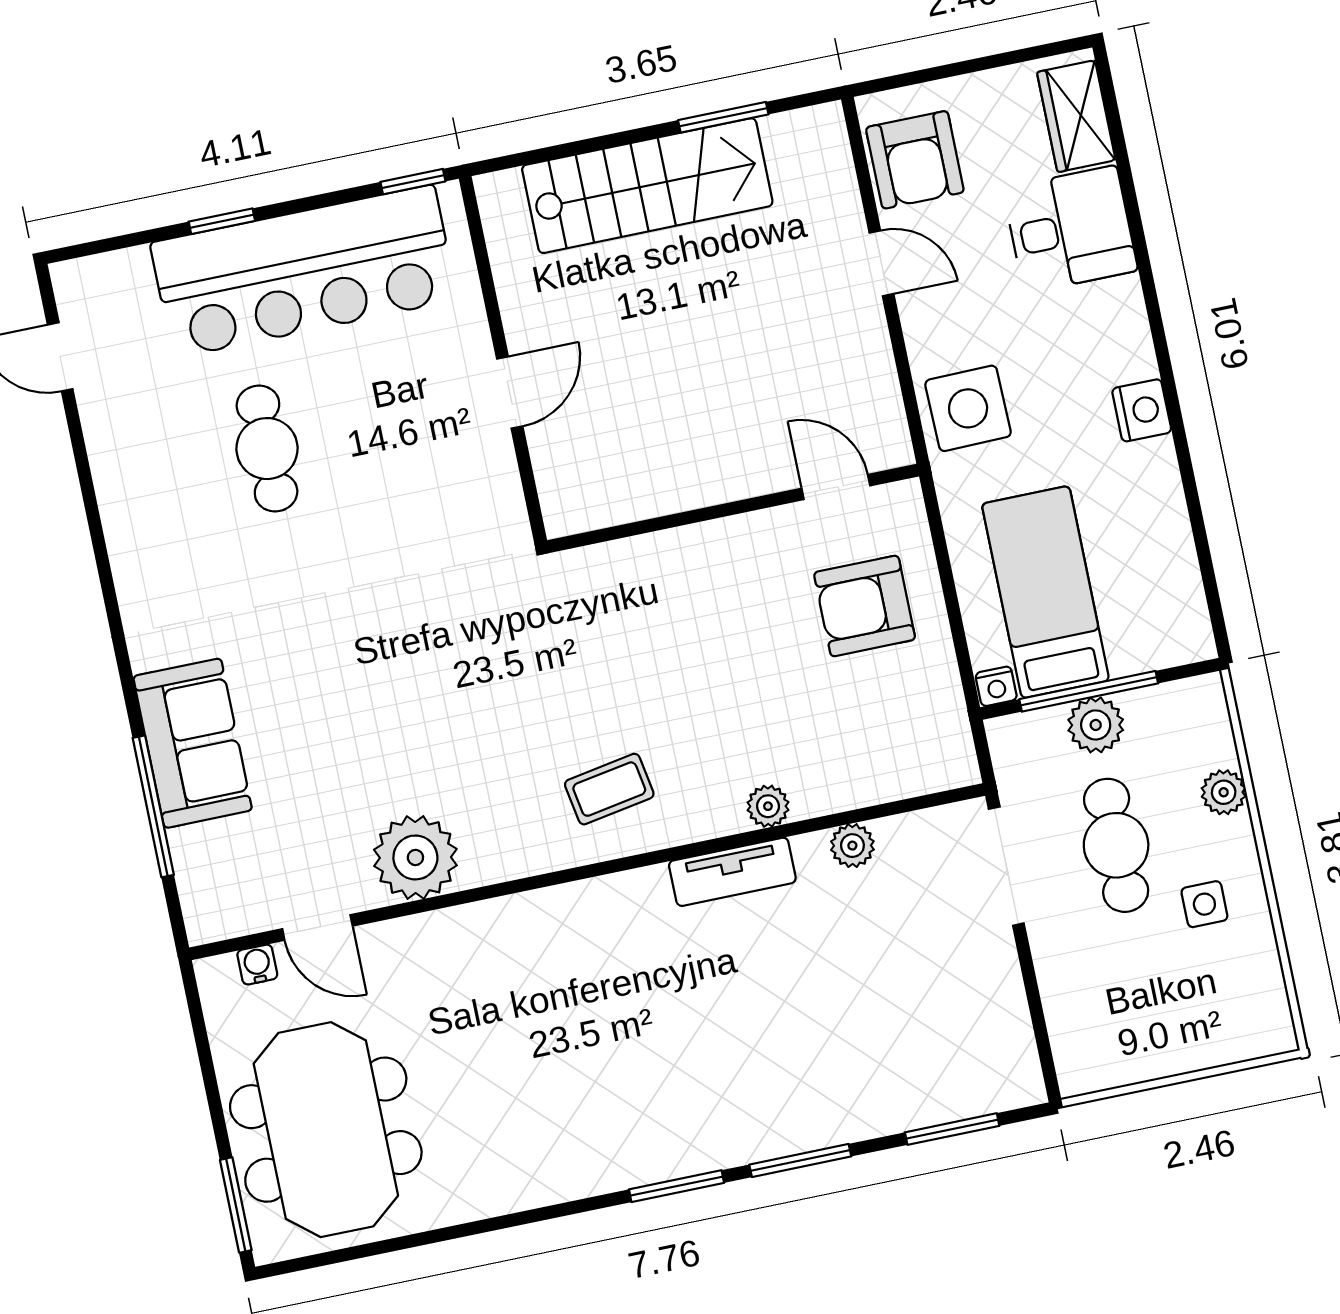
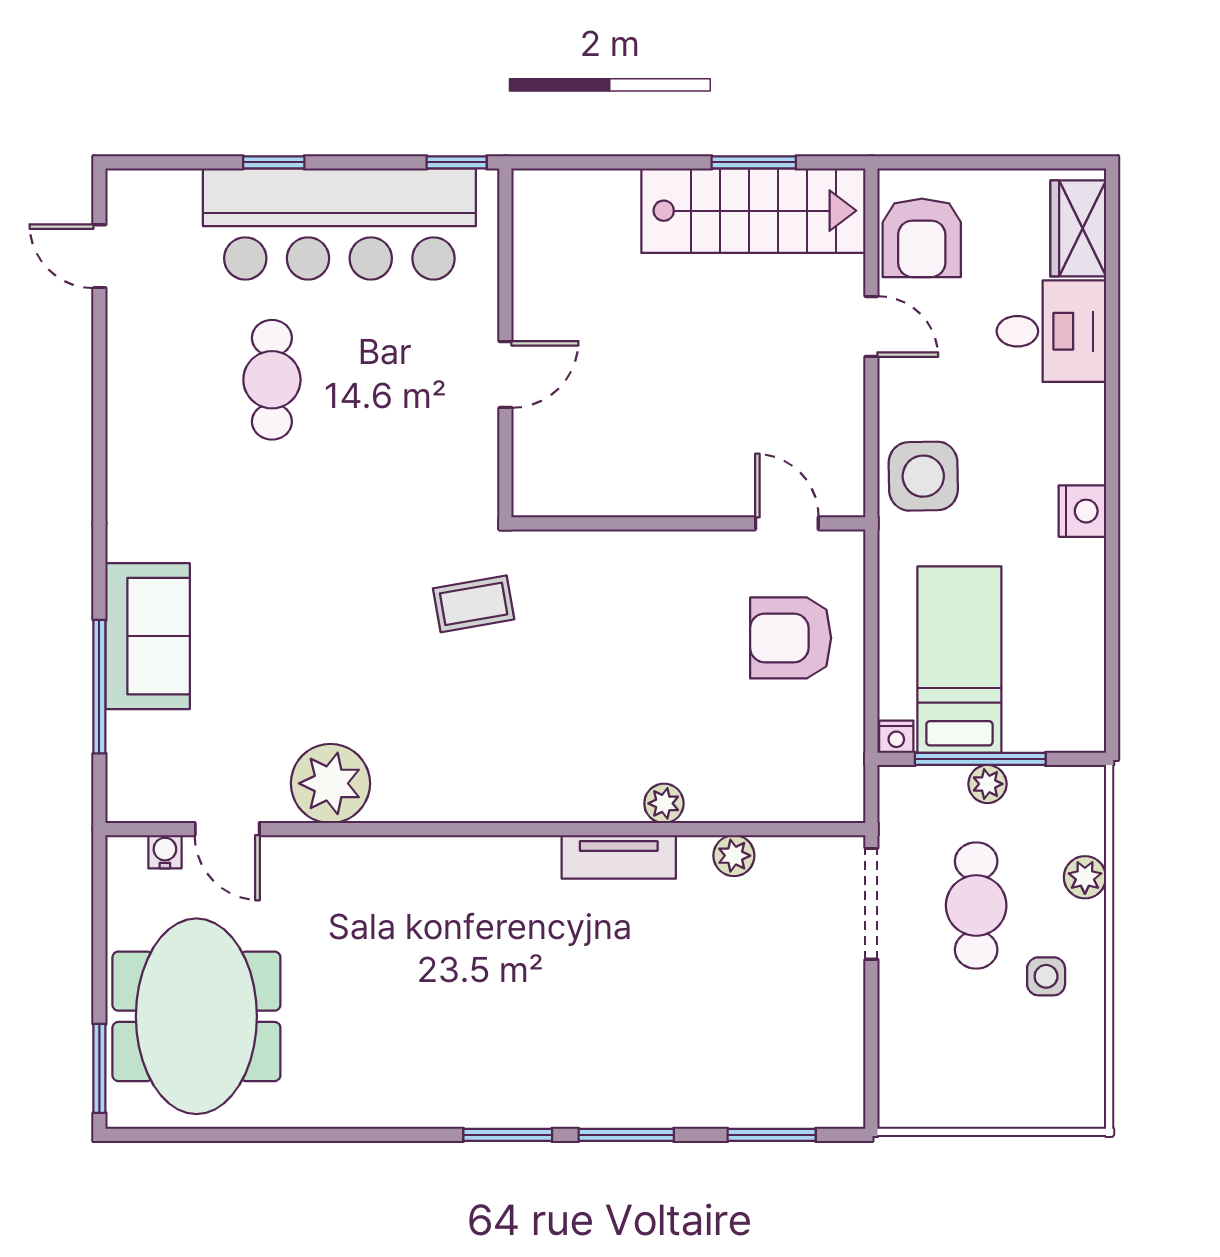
stairs: (647, 186) -> (753, 211), moved
plant: (1096, 725) -> (987, 784), width x0.73, depth x0.73
coffee table: (609, 789) -> (474, 604), moved

